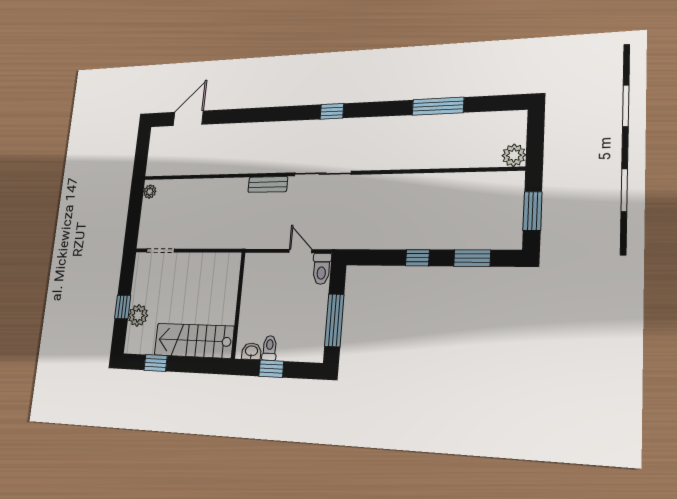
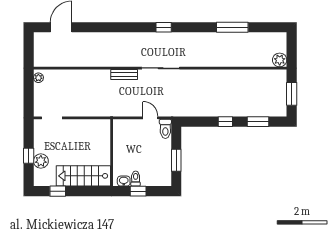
window: (334, 320) -> (176, 160), width x0.69

